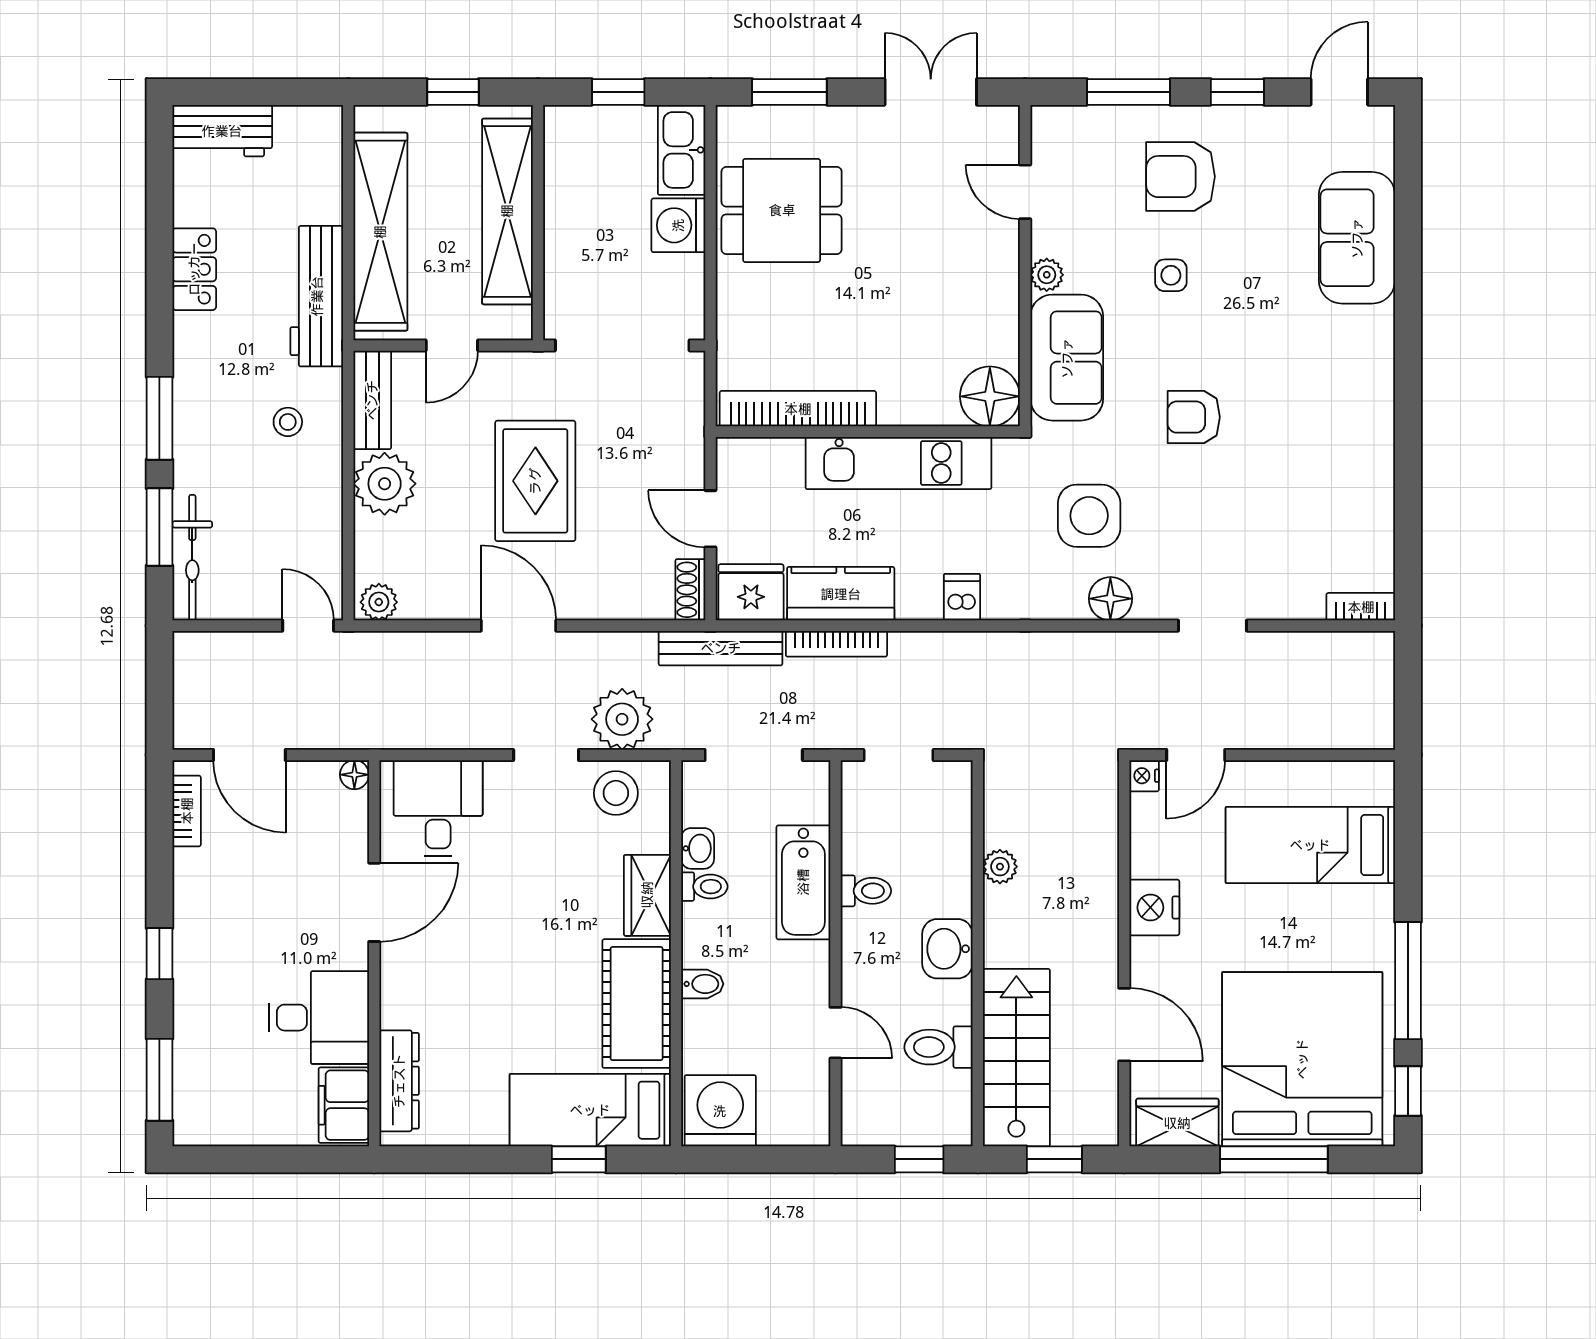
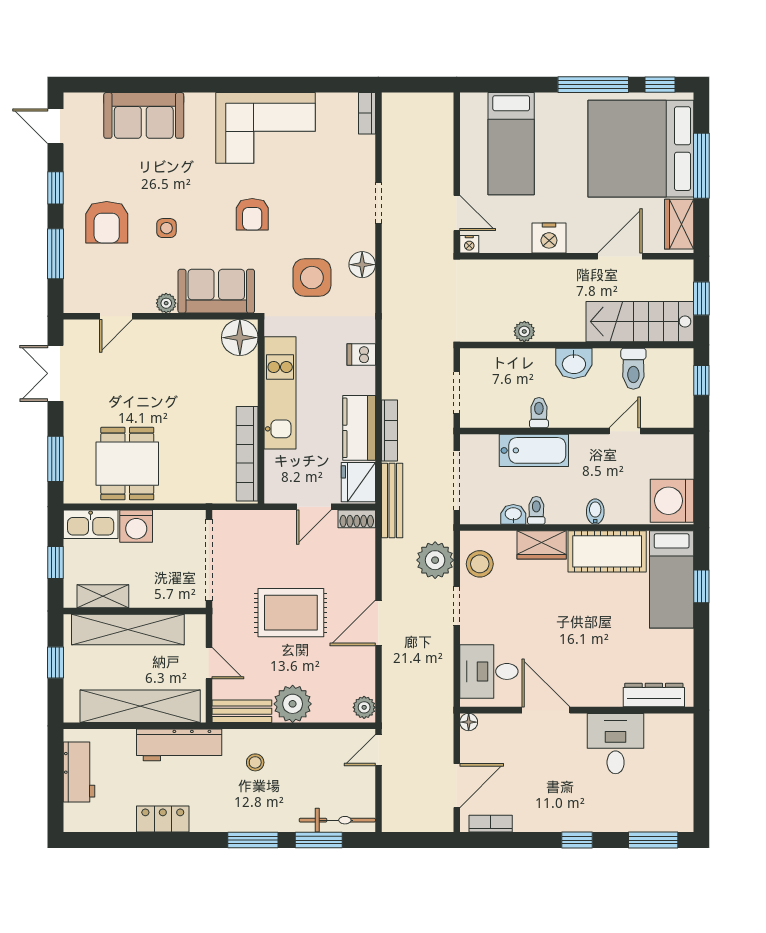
workbench: (222, 131) -> (79, 772), moved
shelving: (562, 170) -> (103, 596), added
corner sofa: (1336, 439) -> (265, 128), added
filing cabinet: (344, 1105) -> (669, 728), removed

